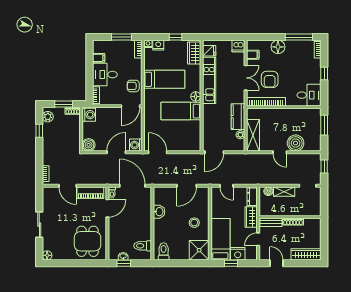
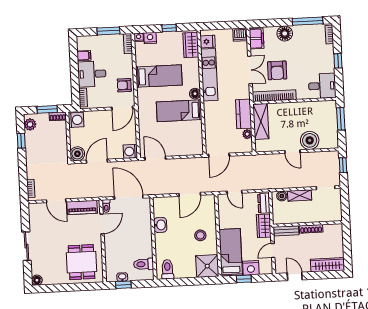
filing cabinet: (253, 55) -> (256, 39), width x2.00
shelving: (253, 135) -> (261, 121), moved
door: (116, 152) -> (97, 161), moved

